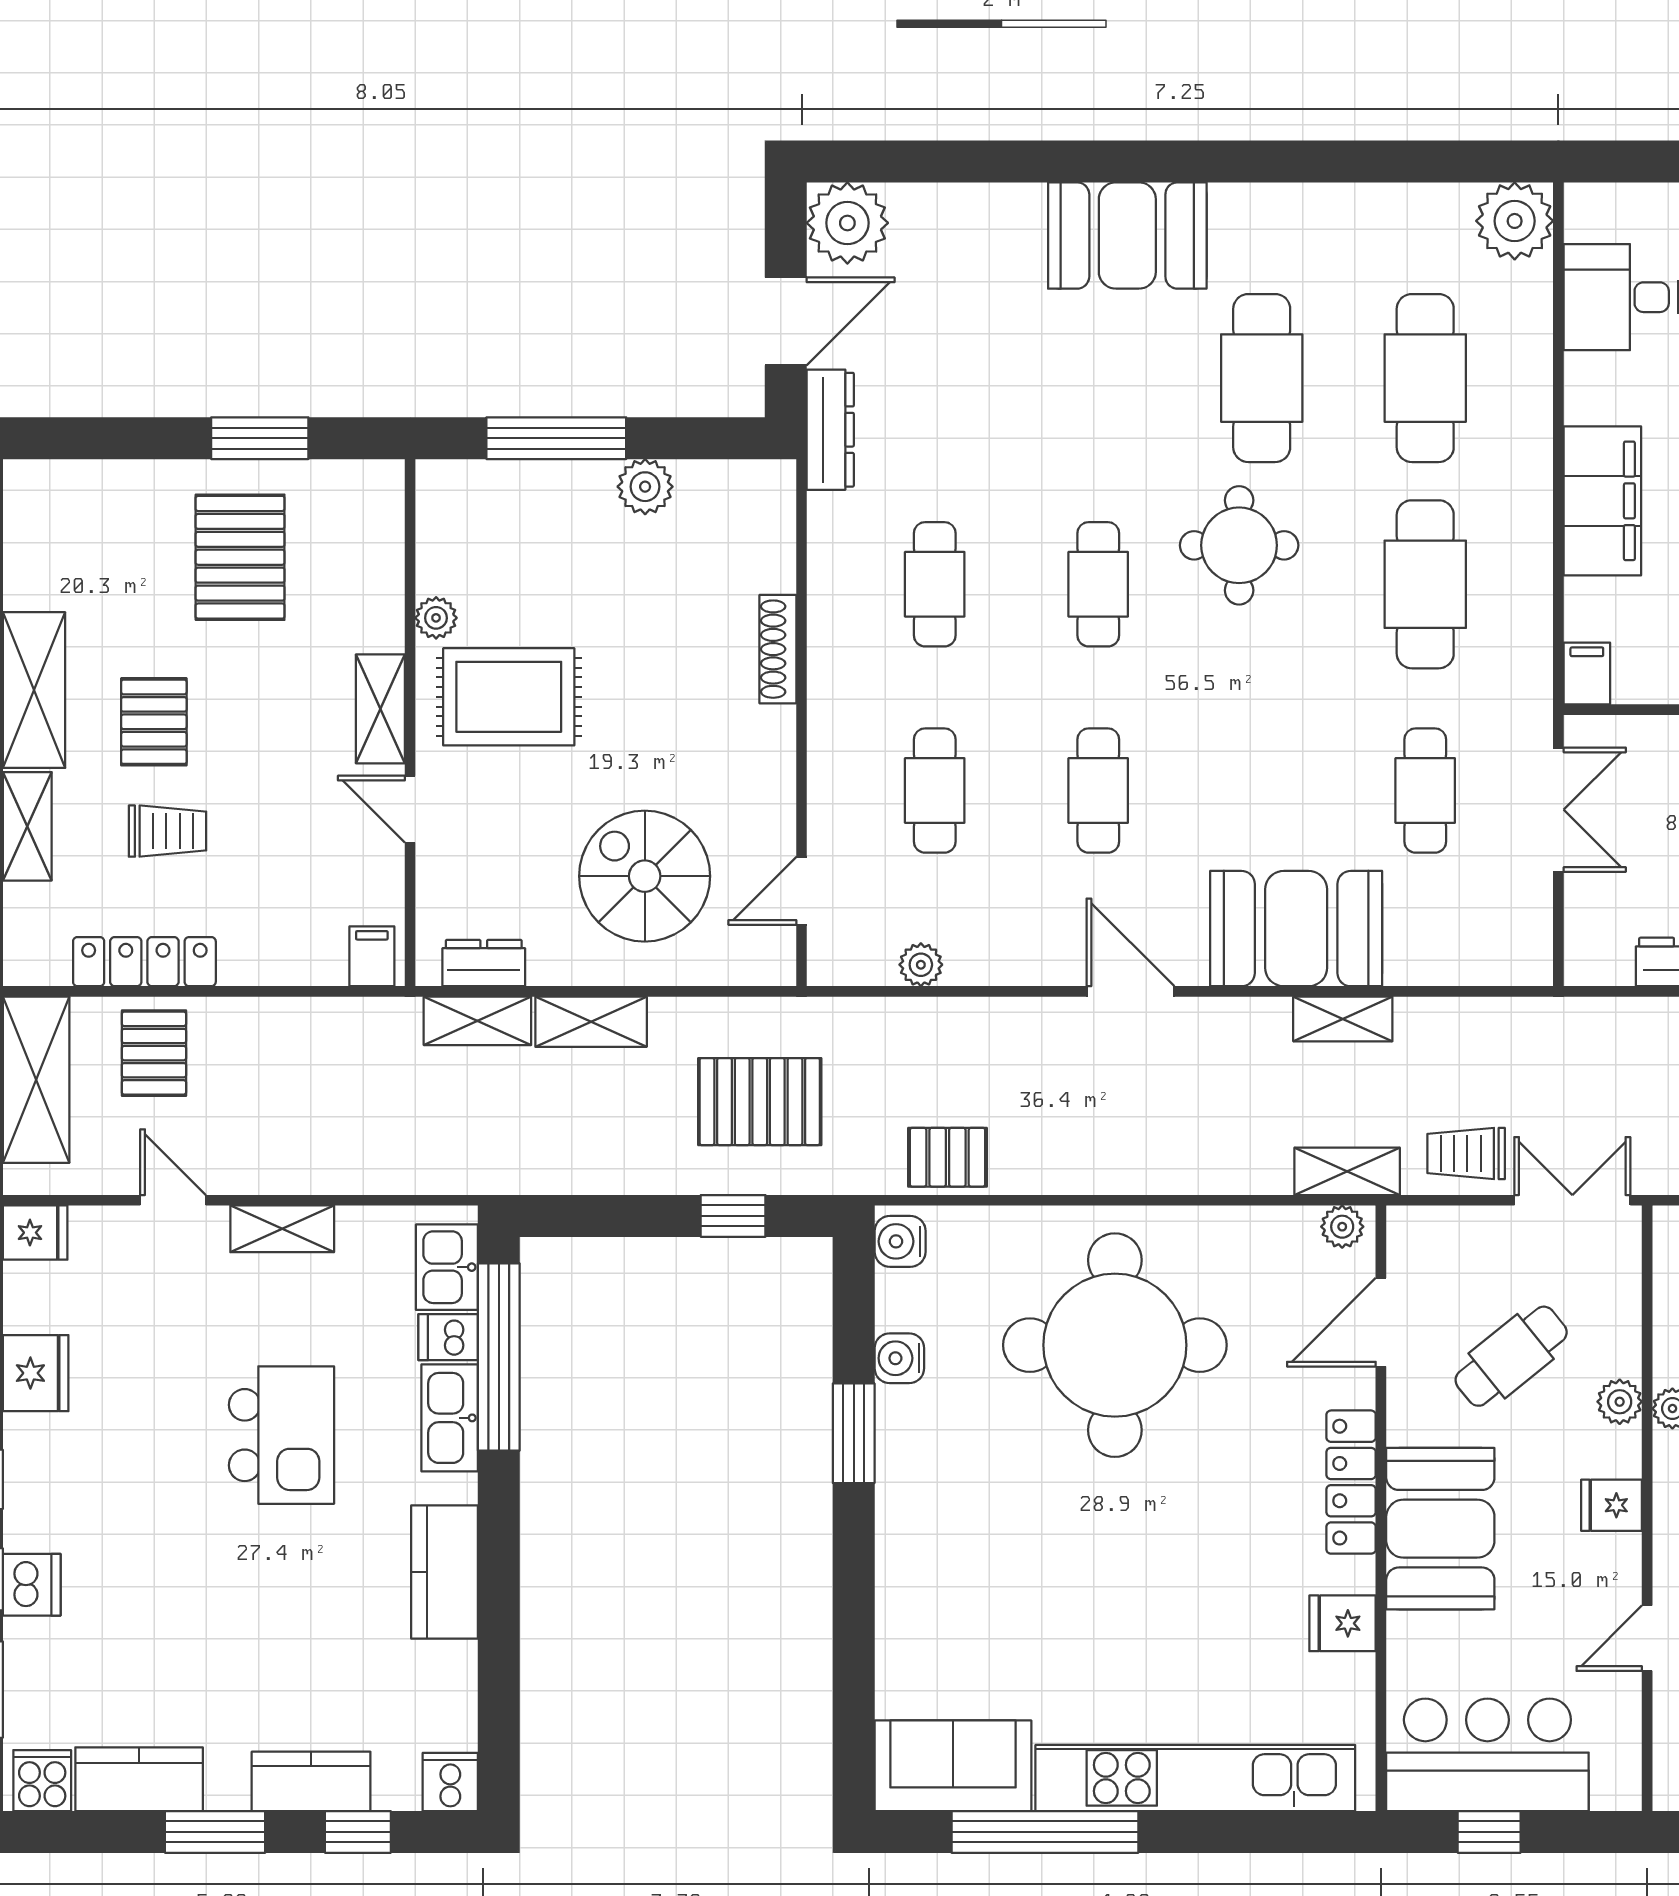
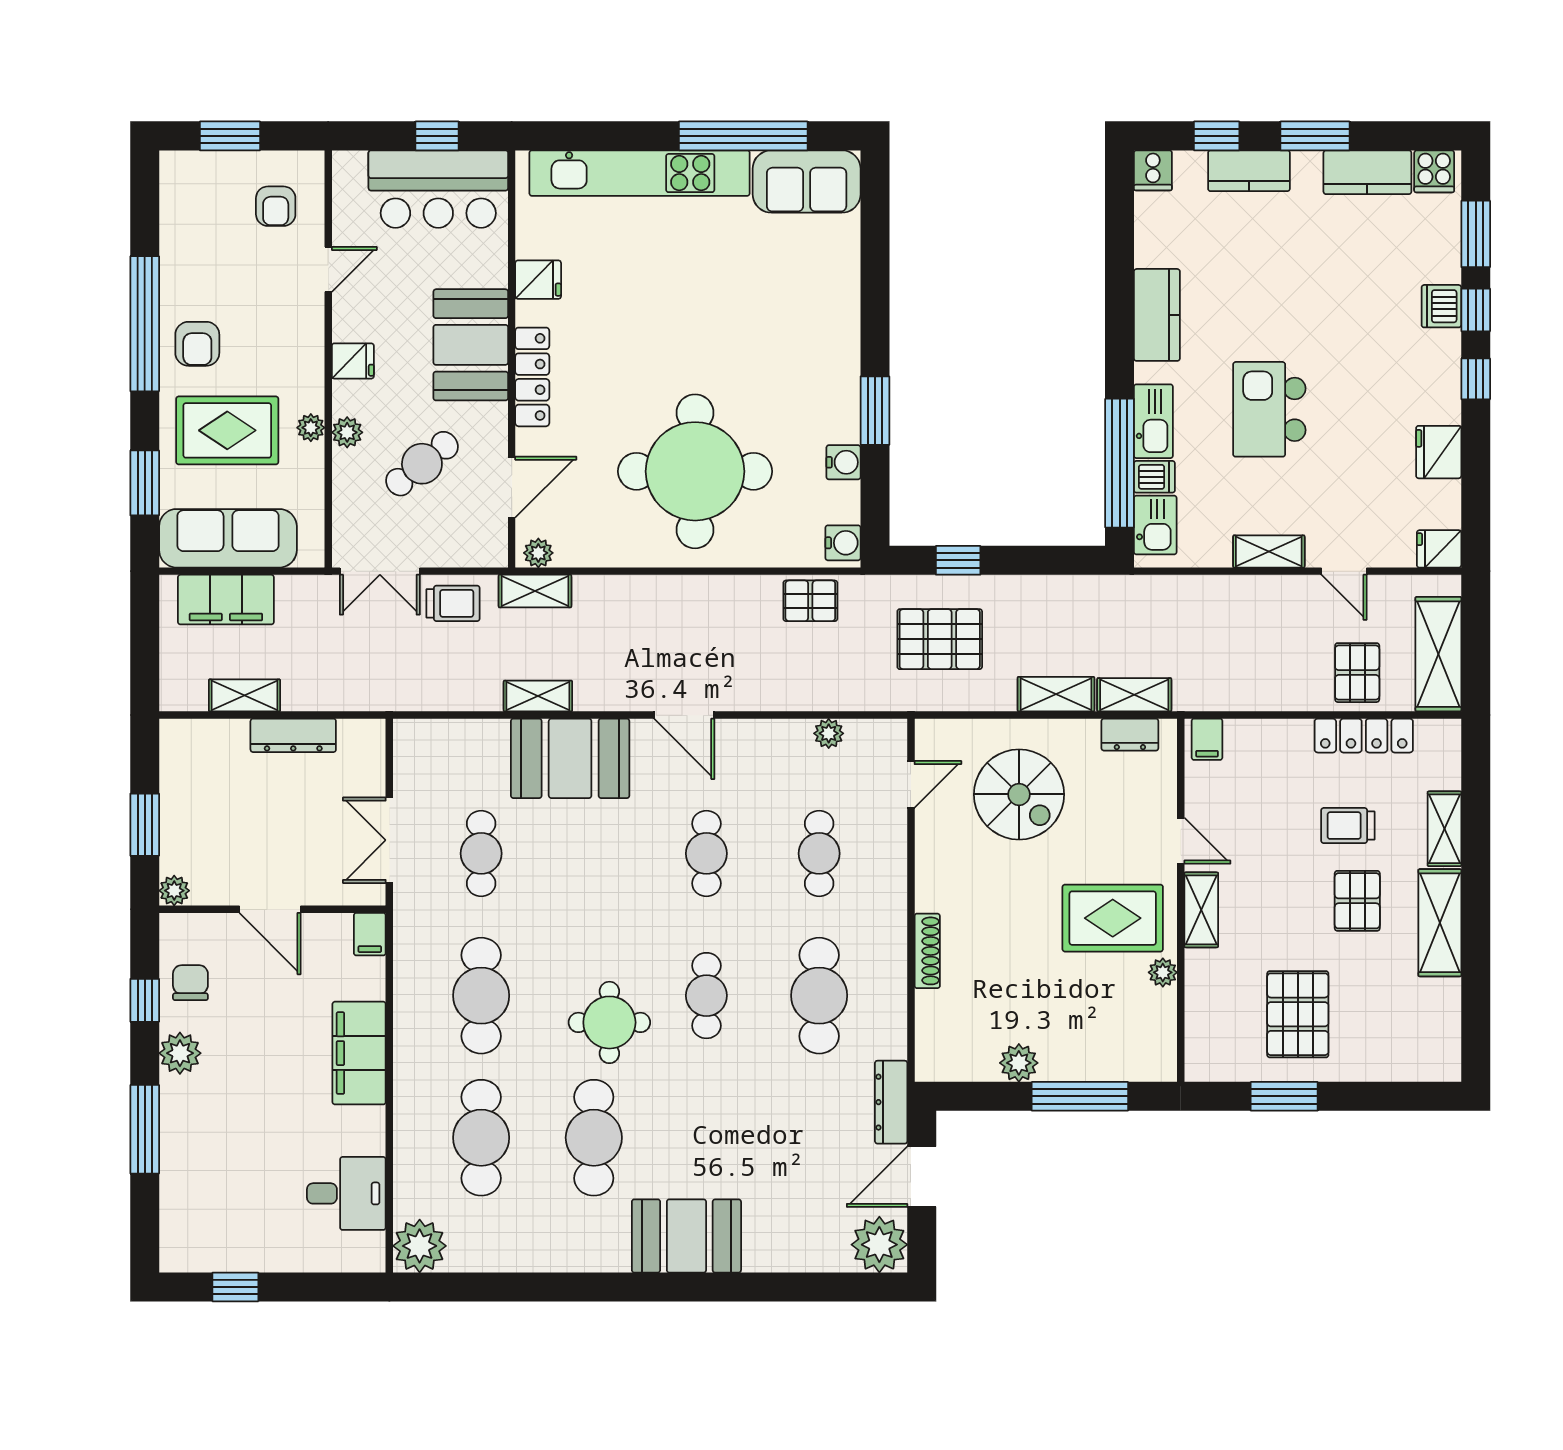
cafe table: (935, 584) -> (819, 996), width x1.37, depth x1.35

